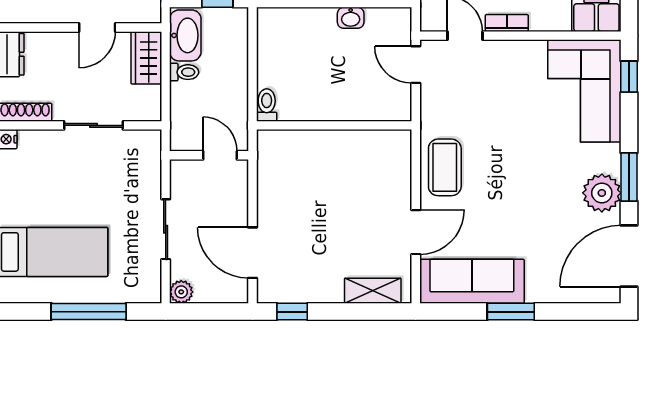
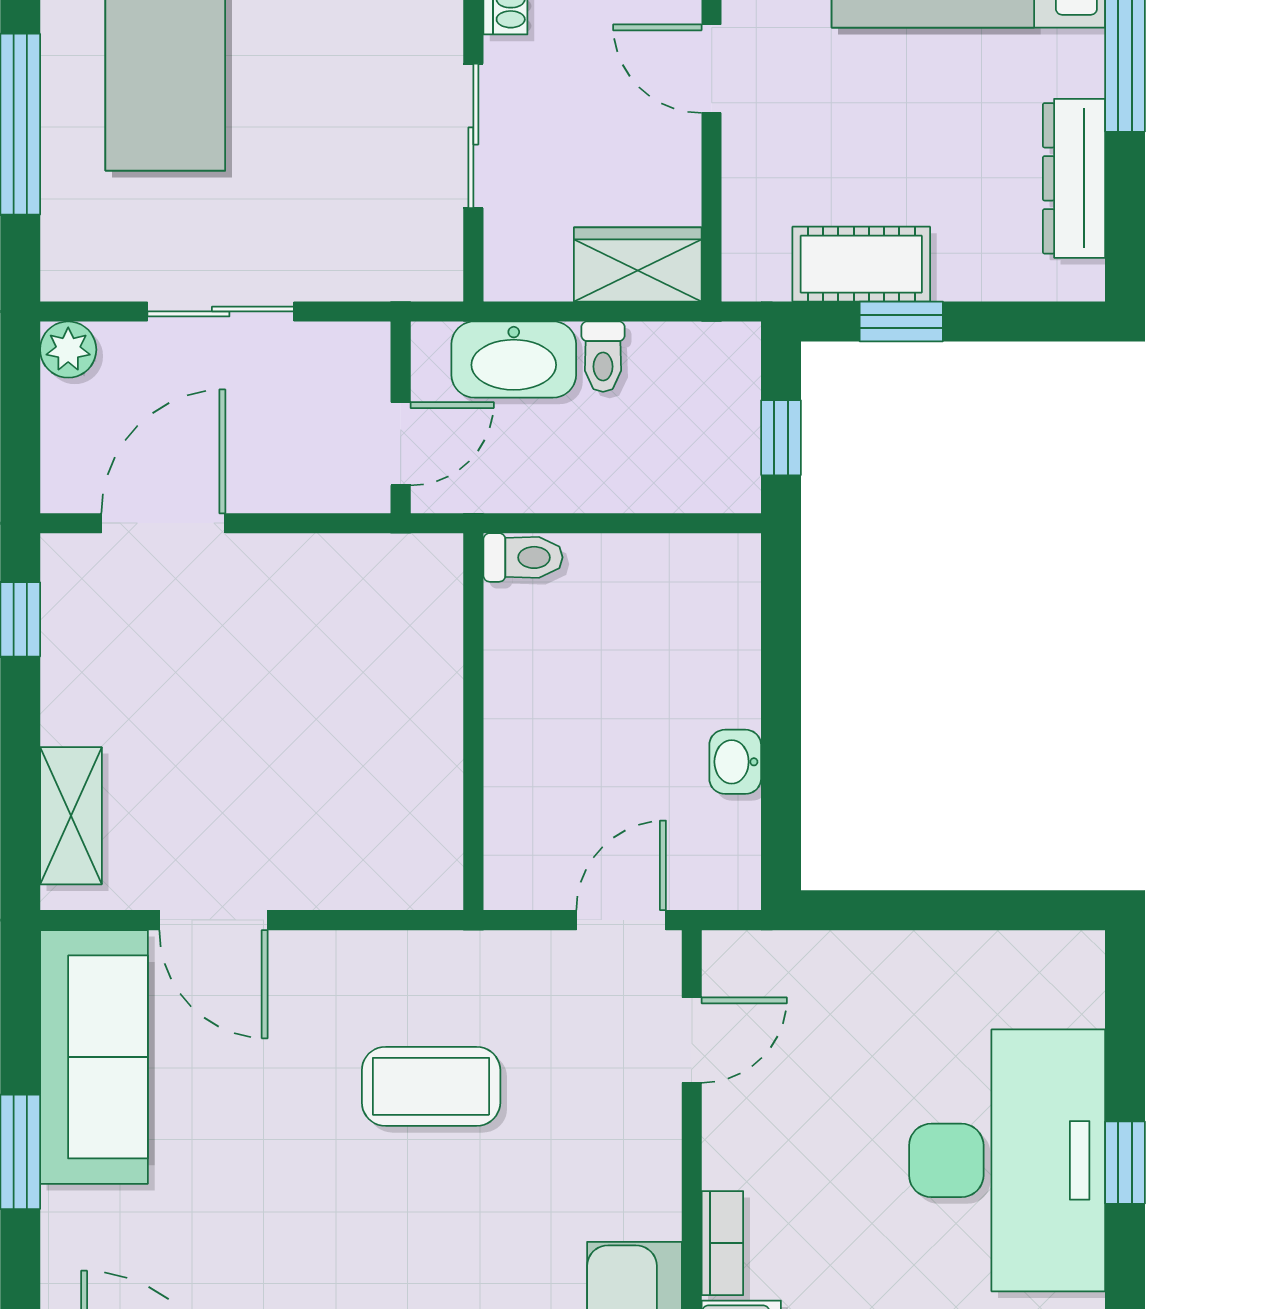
bookcase: (507, 23) -> (722, 1243), moved
door: (97, 28) -> (712, 69), moved
washbasin: (185, 35) -> (514, 360), moved
coffee table: (445, 167) -> (431, 1086), moved

